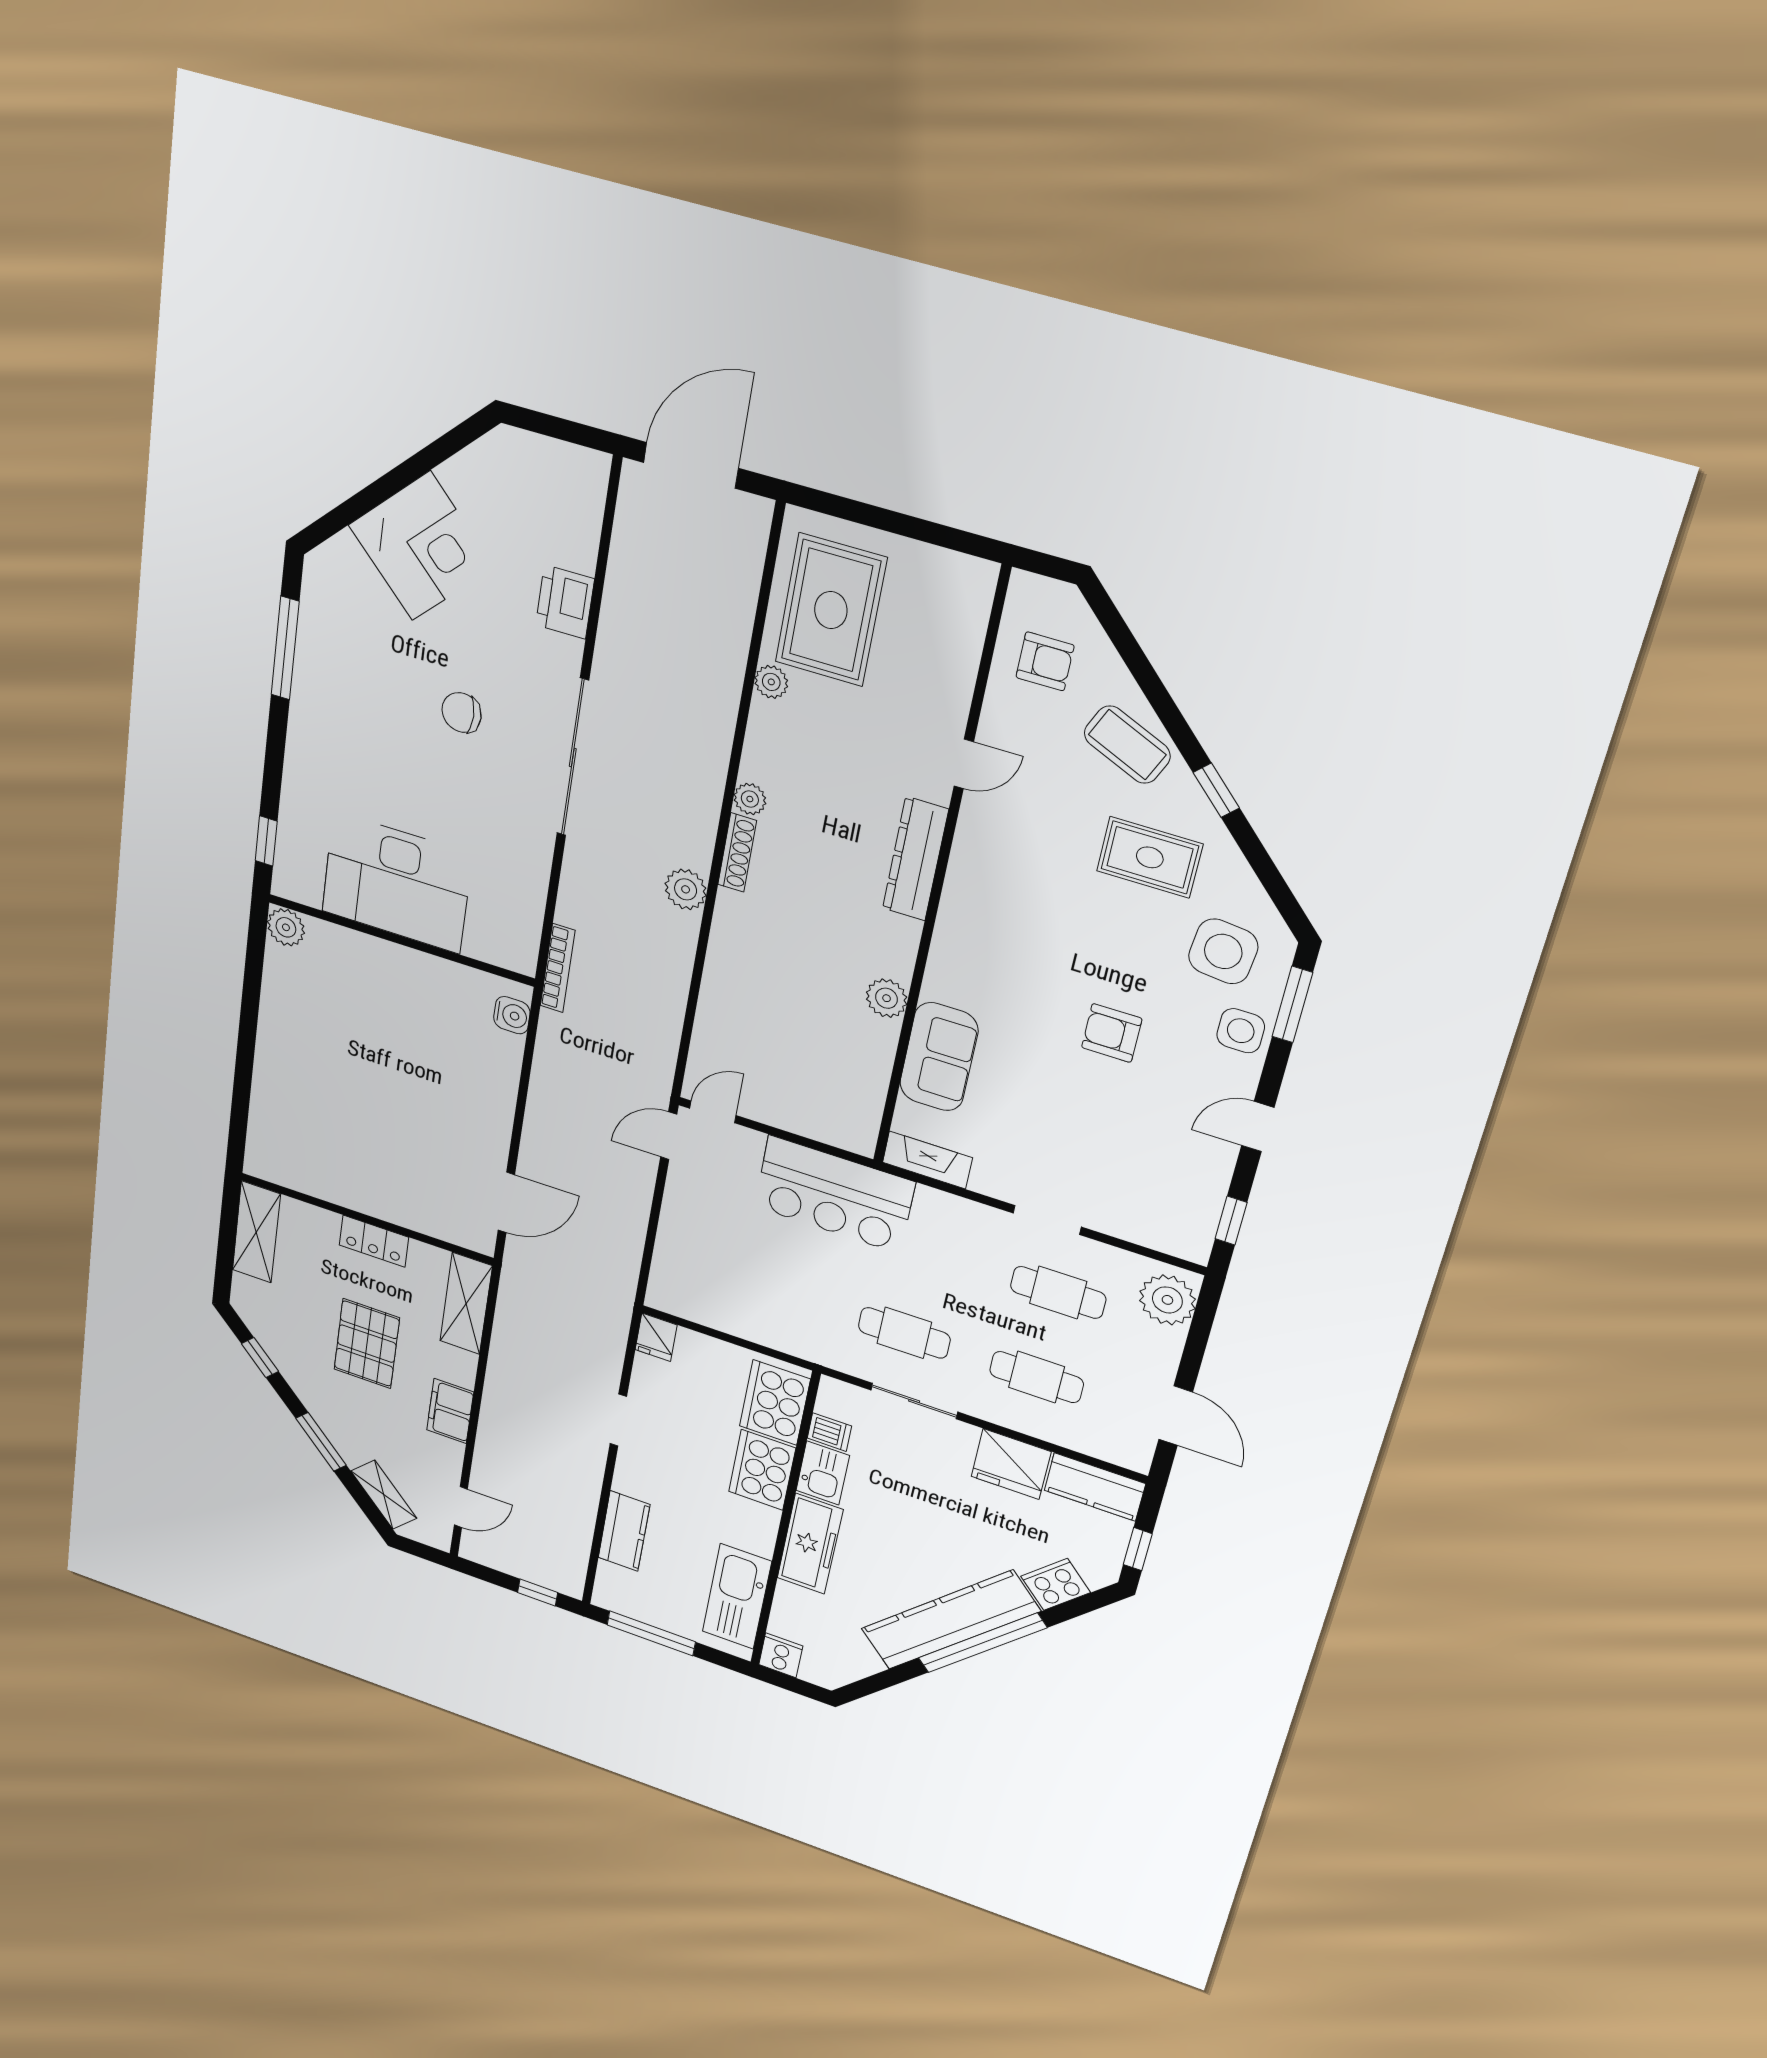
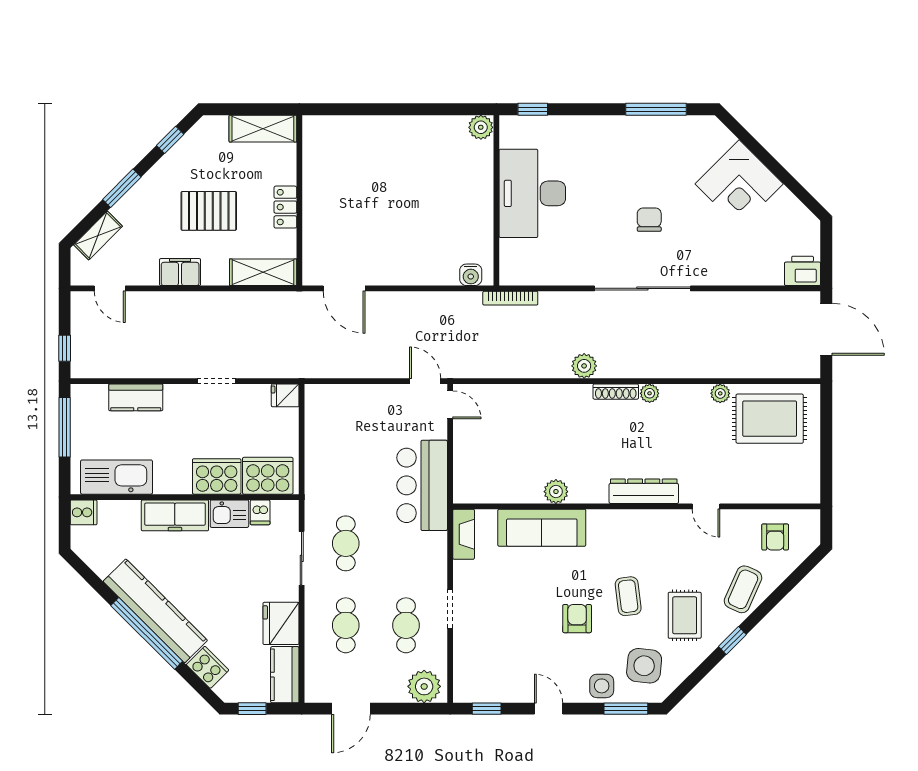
printer: (565, 602) -> (803, 271), moved
coffee table: (1093, 940) -> (628, 596), added
sofa: (939, 1057) -> (542, 528), width x1.36

